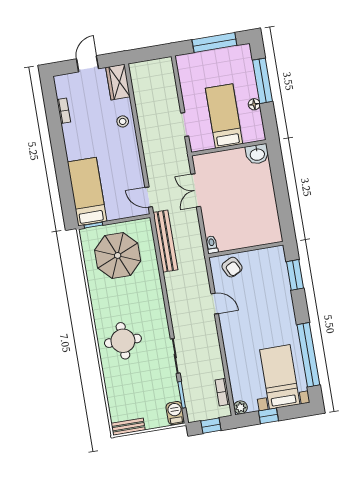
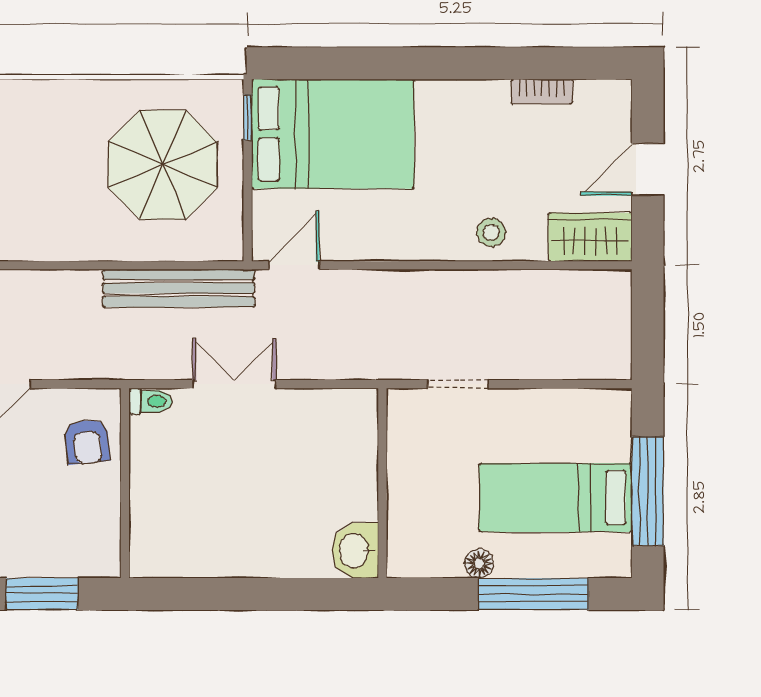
door: (88, 64) -> (648, 170), swing flipped
bed: (224, 116) -> (555, 498), moved, turned 180
double door: (196, 190) -> (234, 384), moved
bed: (87, 192) -> (333, 134), width x1.50
armchair: (232, 267) -> (87, 442), turned -69

